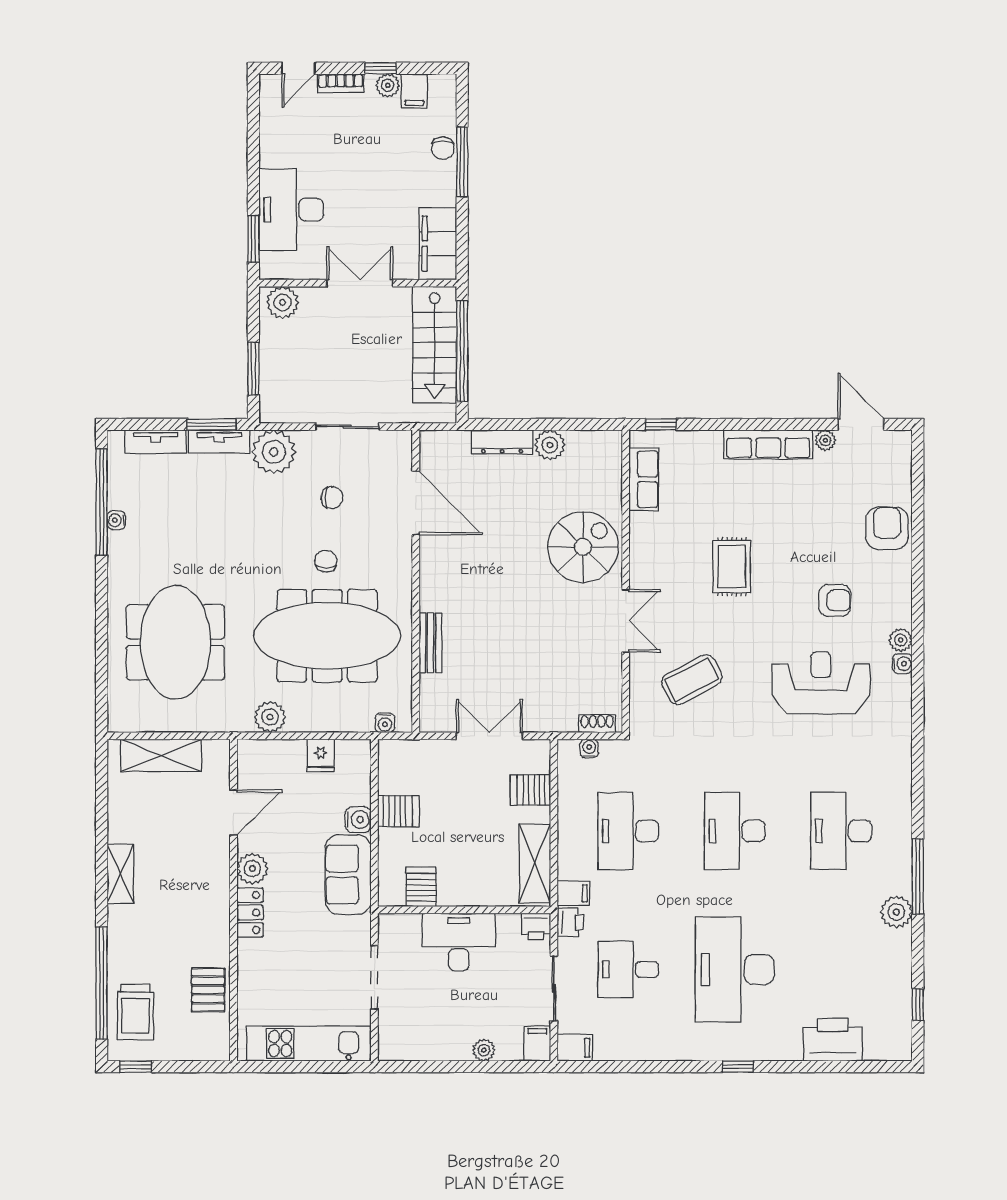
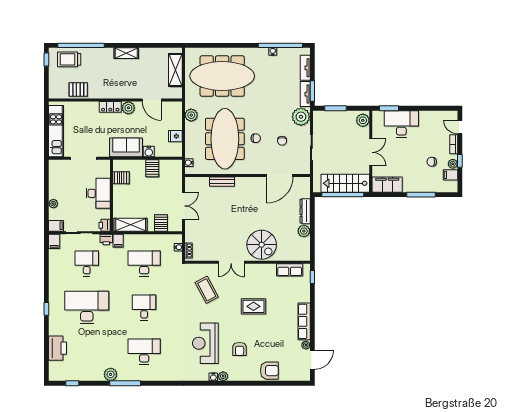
chair: (443, 148) -> (432, 162), moved
meeting table: (175, 642) -> (222, 76), width x1.36
reception desk: (821, 683) -> (205, 343), turned 180
desk: (735, 831) -> (144, 307), width x0.73

